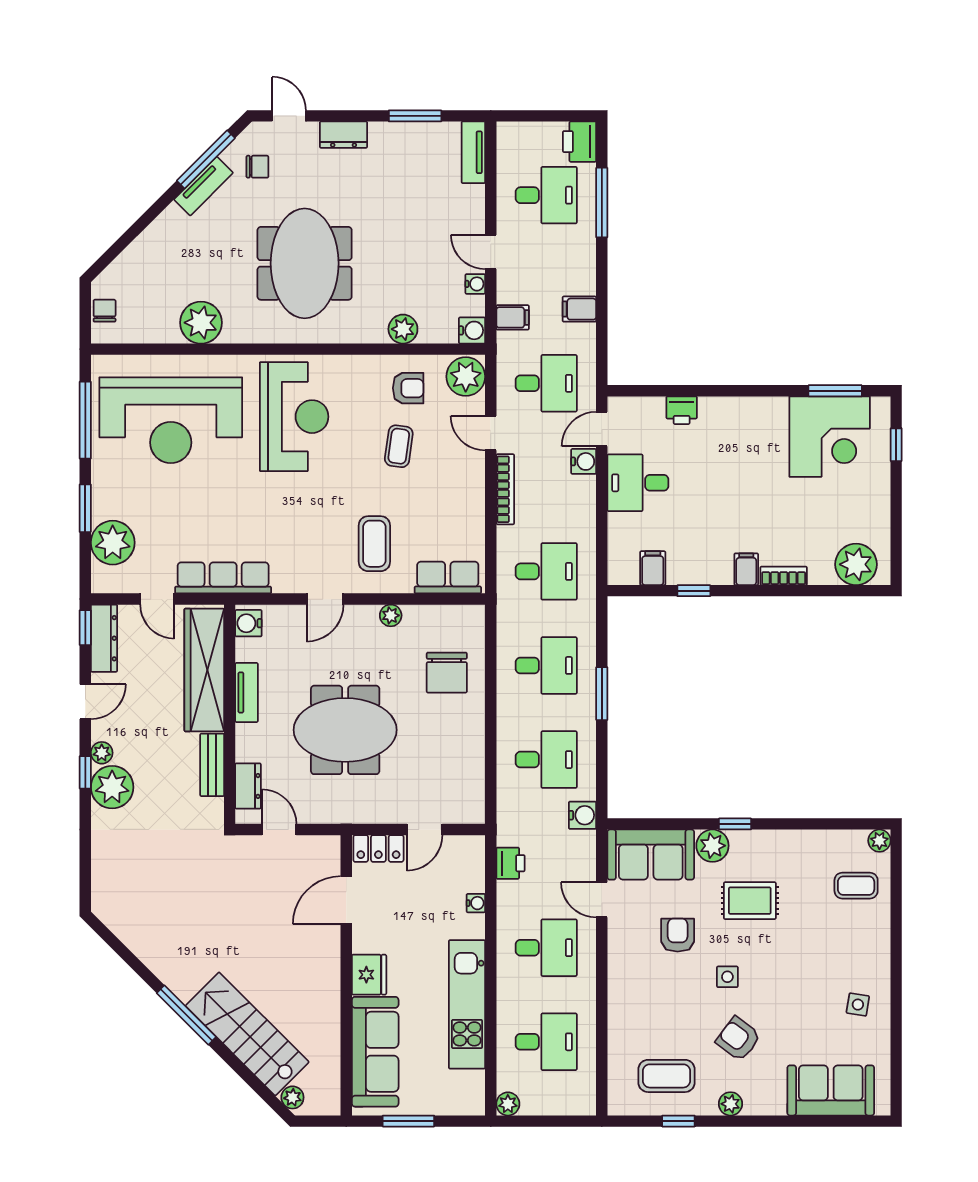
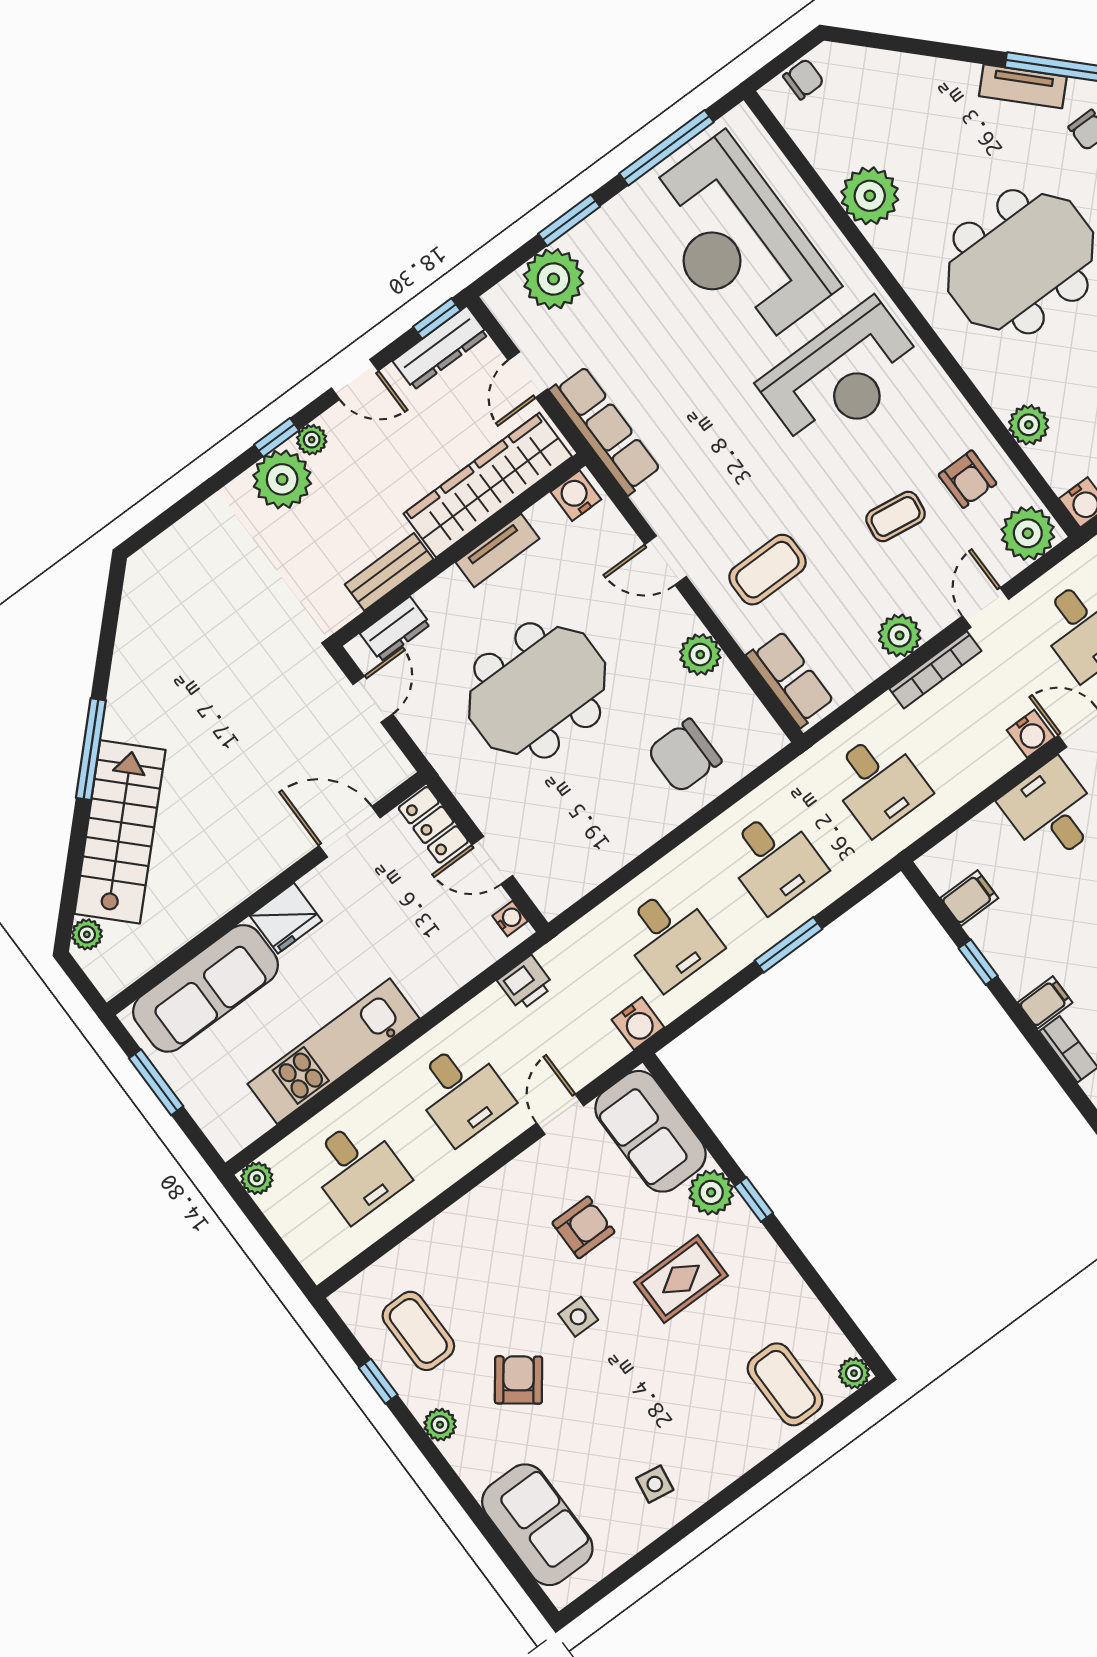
plant: (470, 495) -> (900, 635), added
plant: (391, 615) -> (700, 655), width x1.38, depth x1.38
meeting table: (345, 730) -> (537, 690), turned 90
coffee table: (856, 886) -> (785, 1384), width x1.36, depth x1.30
rug: (750, 901) -> (681, 1279), turned 90
water cooler: (476, 903) -> (510, 919), moved, turned -90

